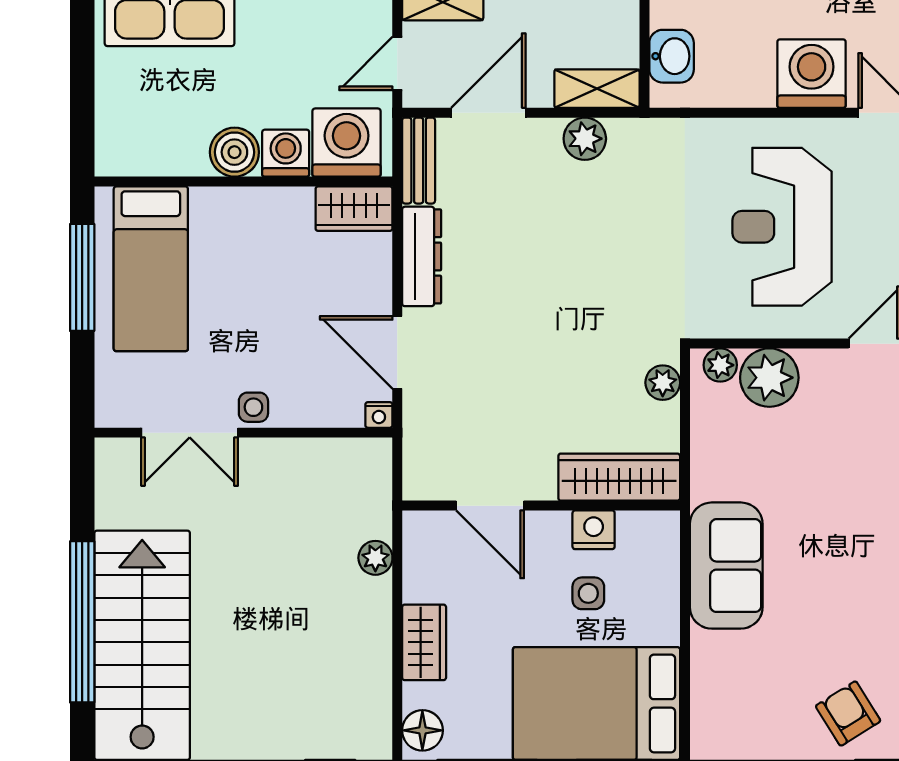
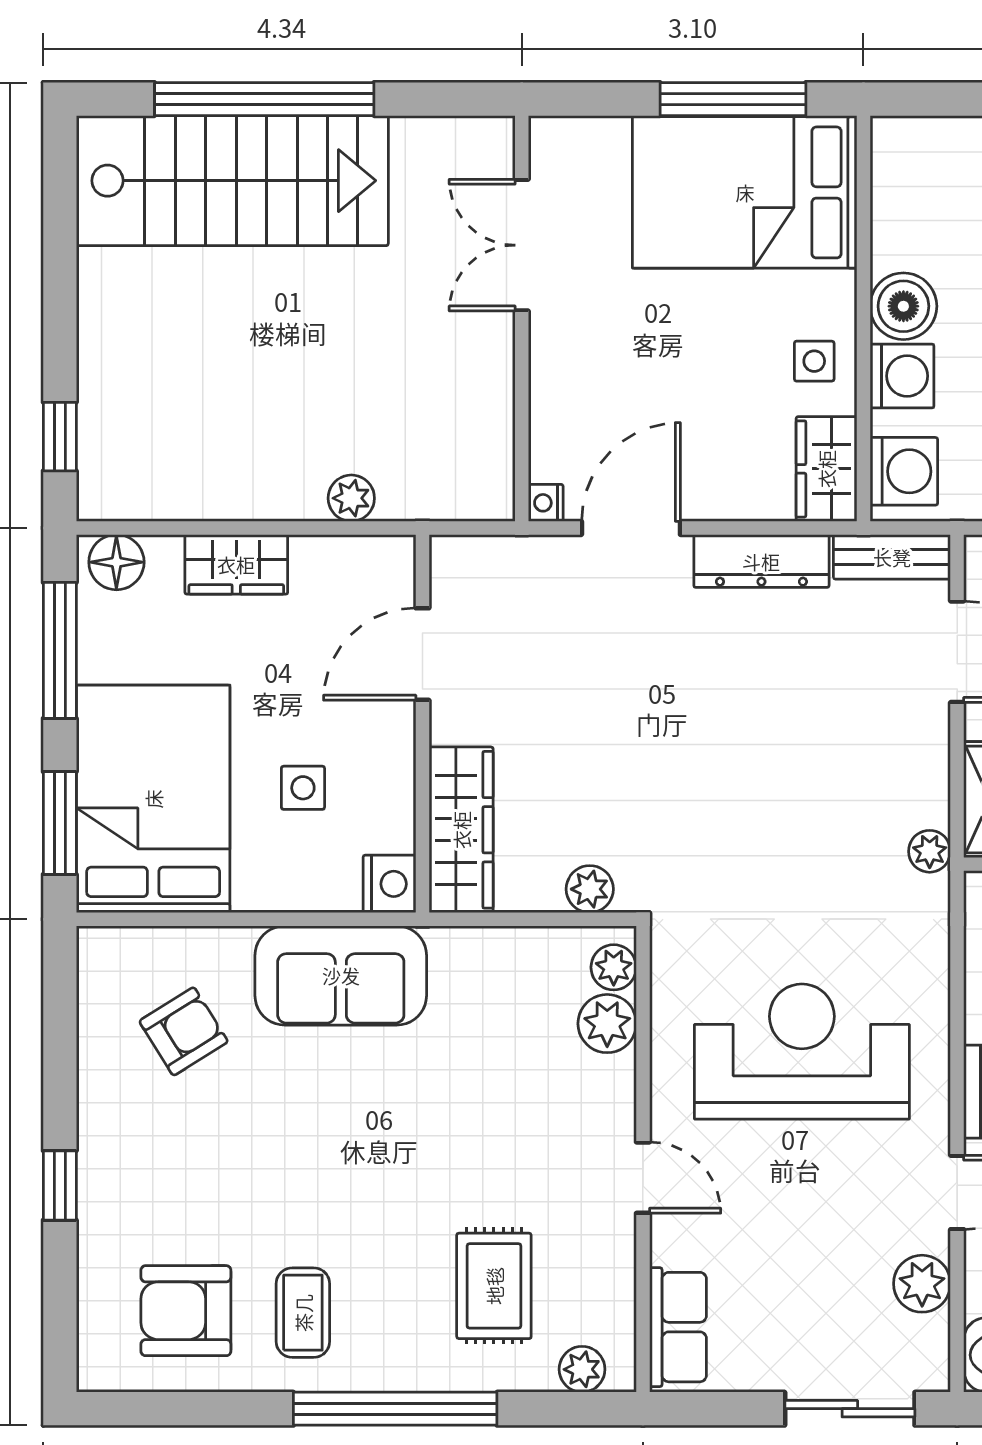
plant: (585, 139) -> (930, 851), moved, width x0.73, depth x0.73
washing machine: (347, 143) -> (904, 471), width x0.73, depth x0.73
bed: (151, 269) -> (745, 192), width x1.50
plant: (769, 378) -> (607, 1024), width x0.73, depth x0.73
side table: (253, 407) -> (814, 361), moved
nightstand: (594, 530) -> (389, 884), moved
armchair: (848, 713) -> (184, 1031), moved

